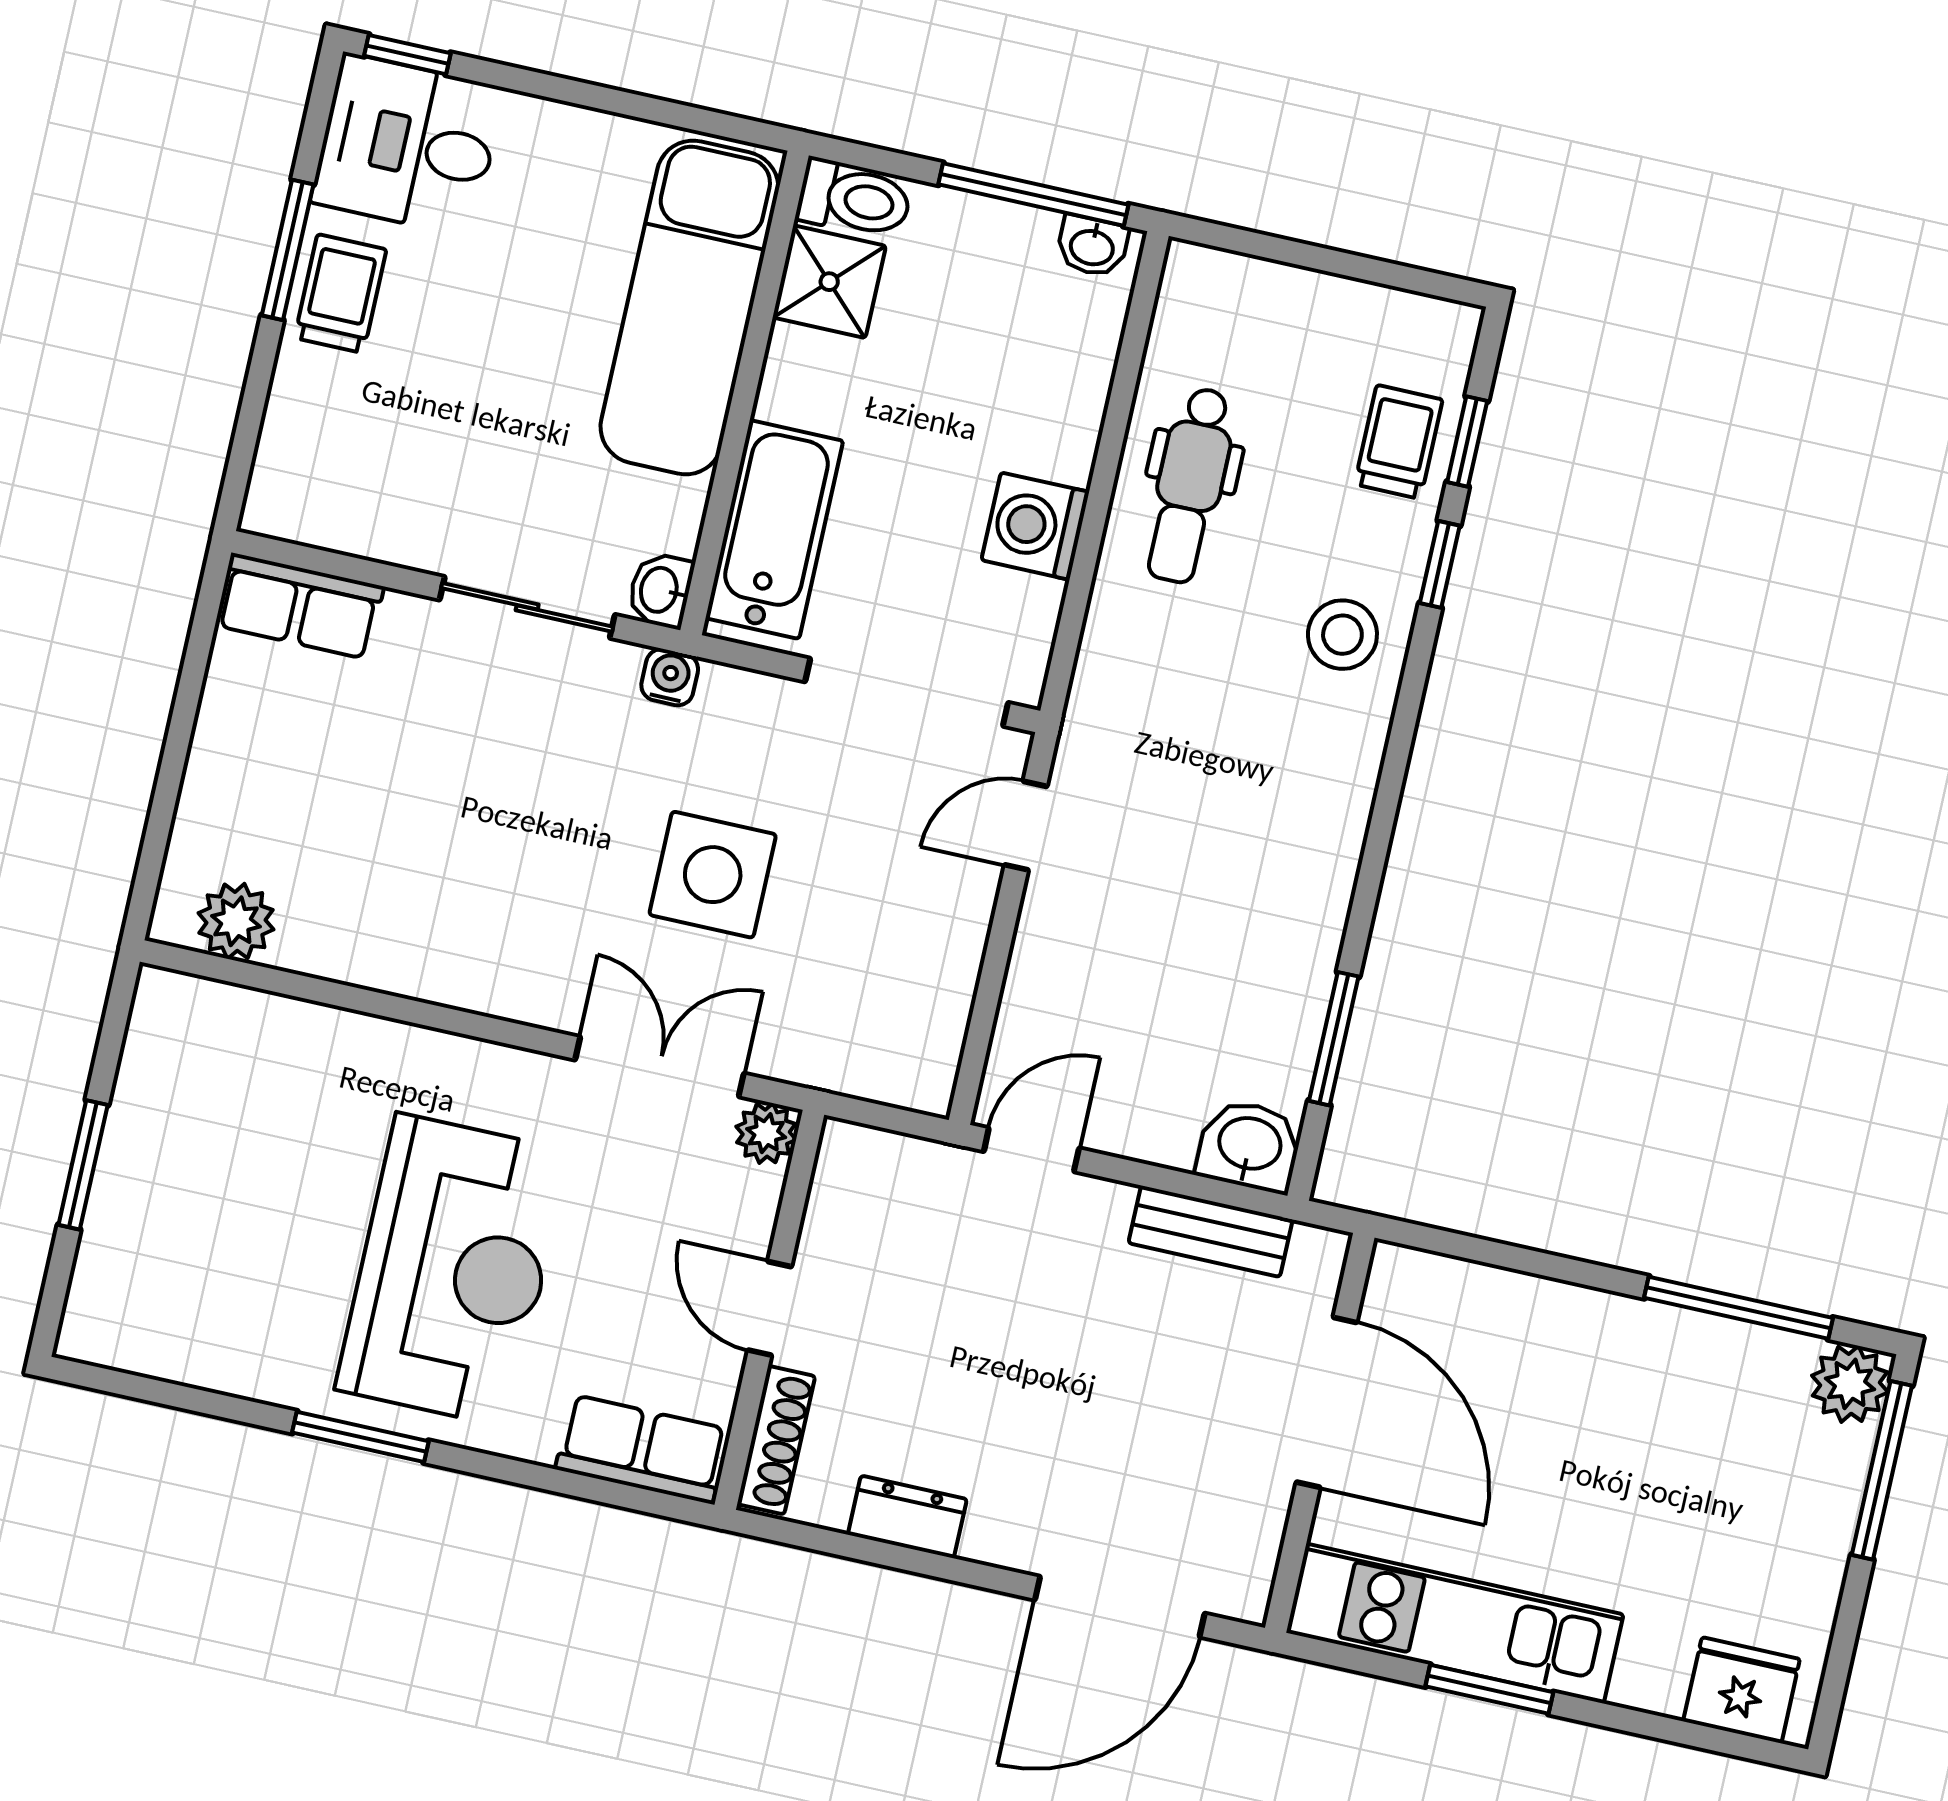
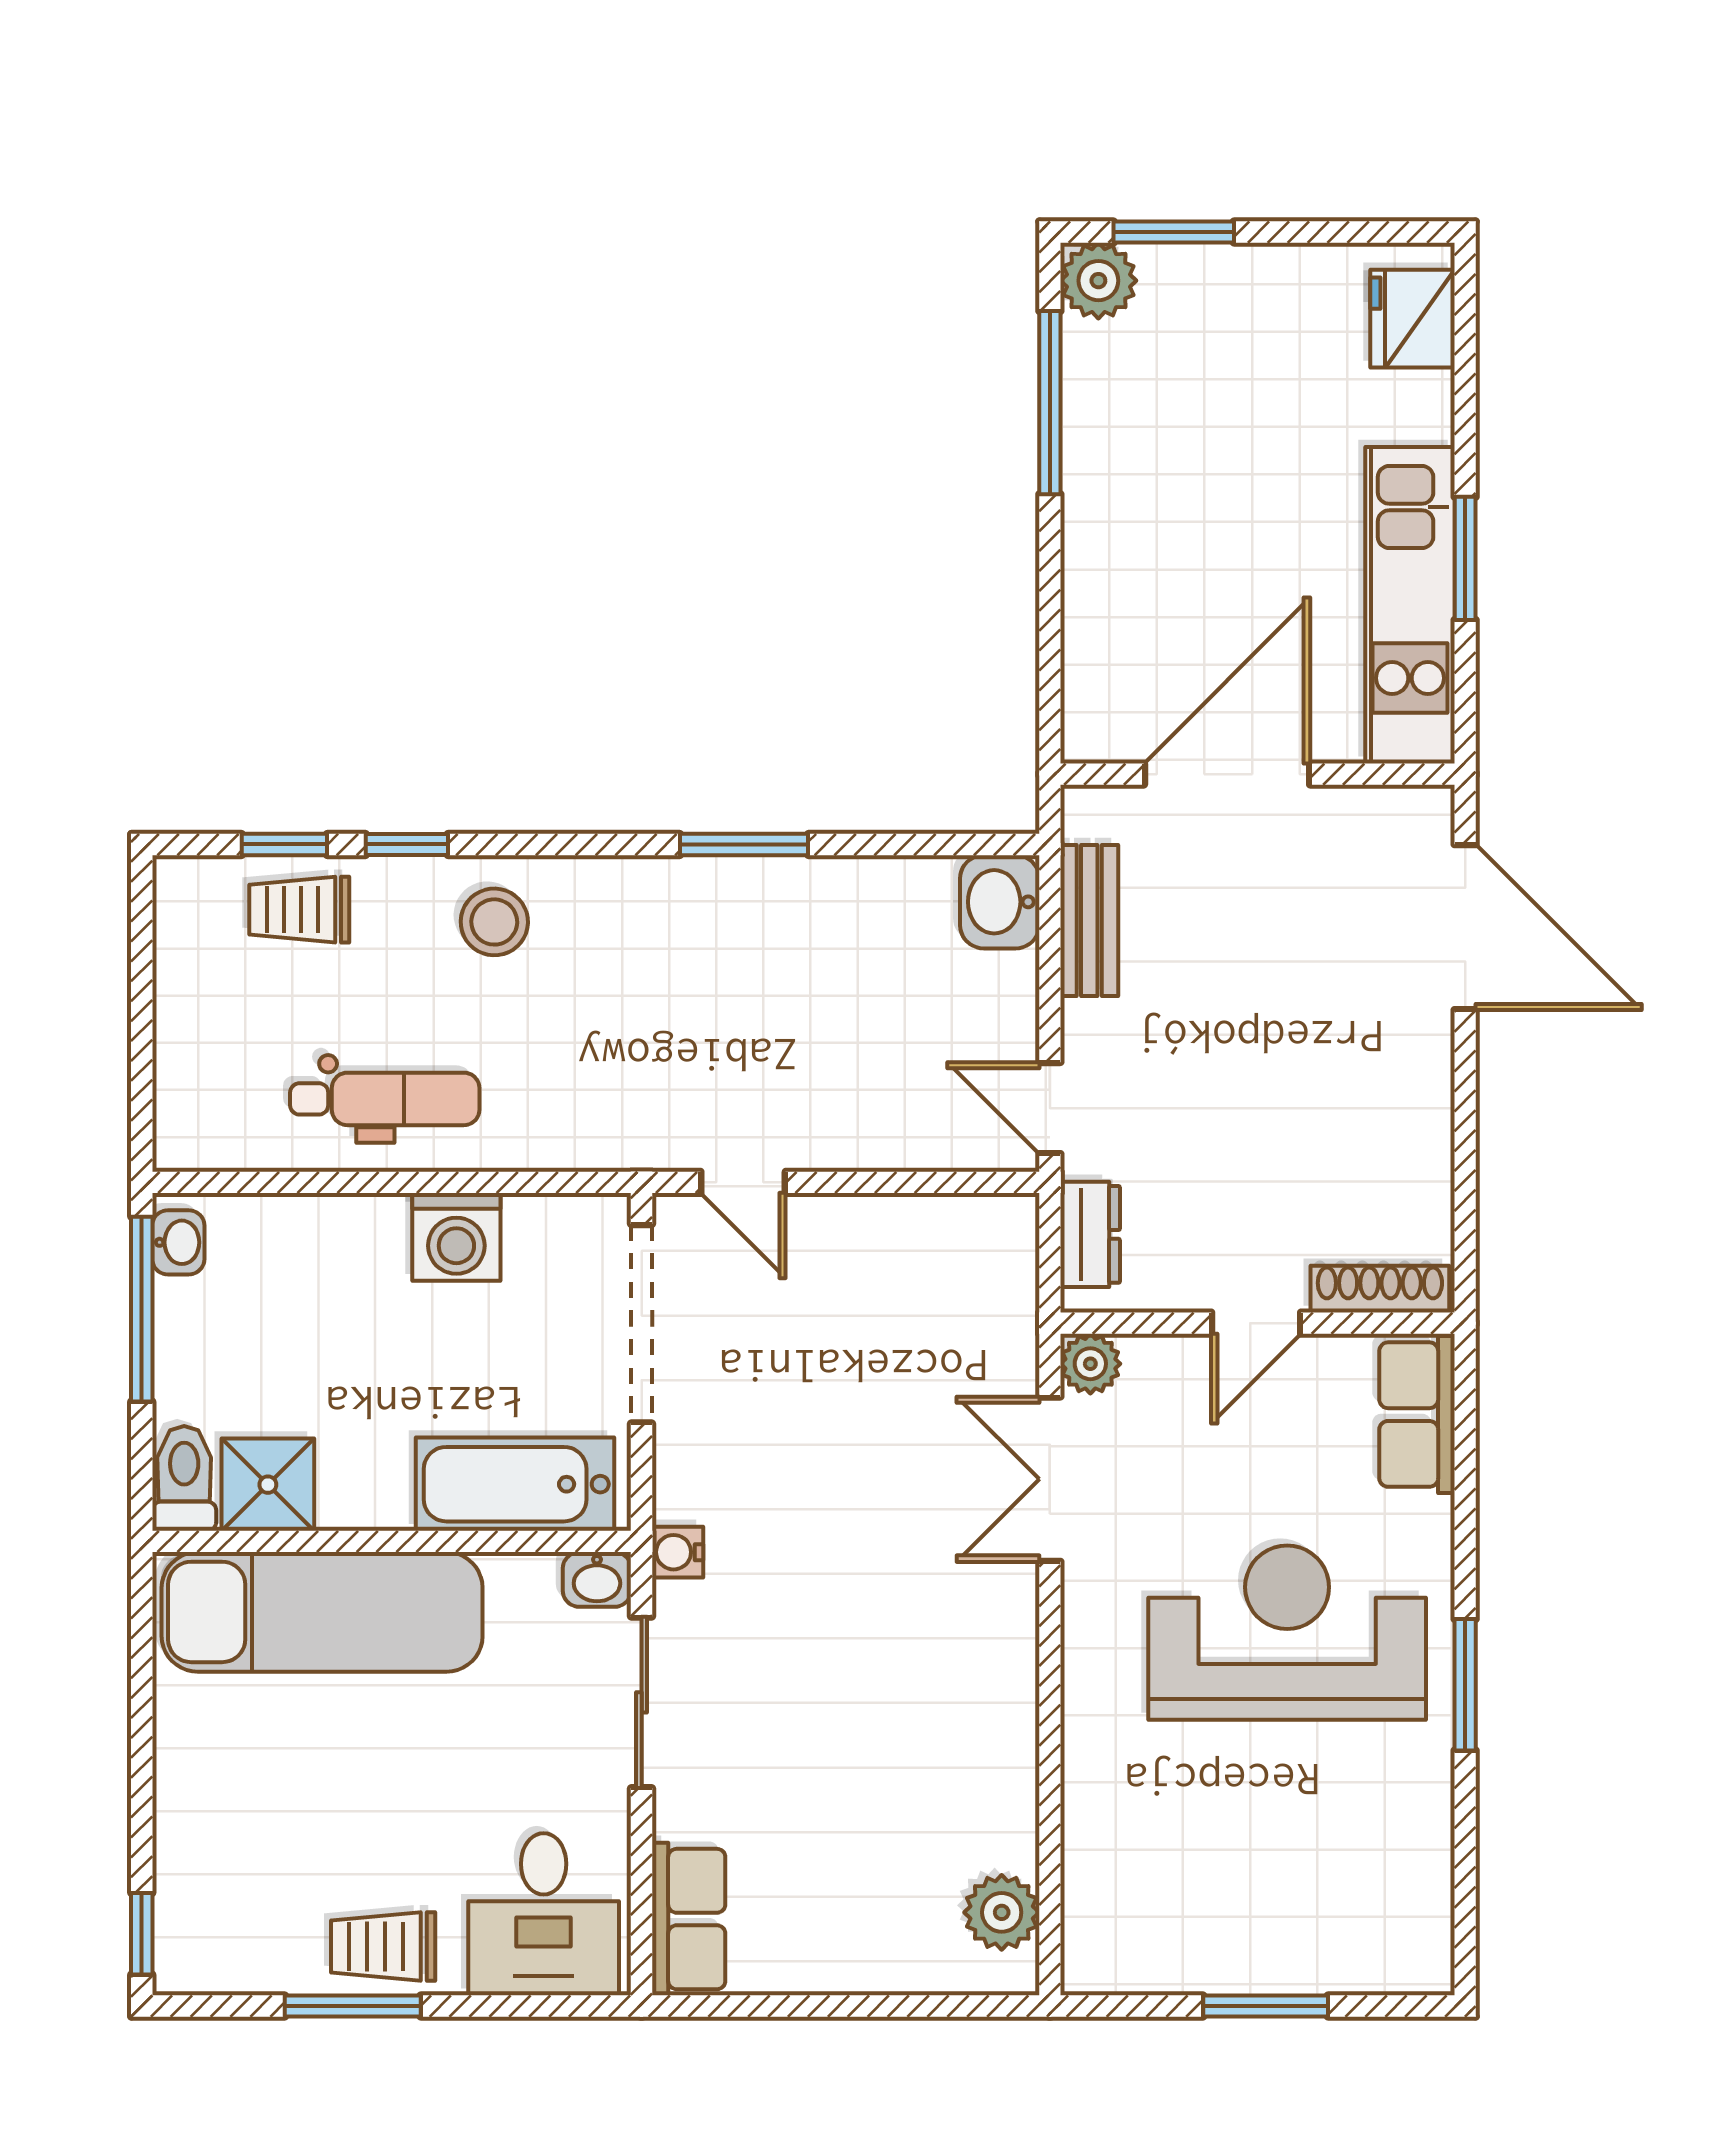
desk: (408, 145) -> (544, 1914), moved
side table: (713, 875) -> (856, 1469), removed
window: (1334, 1039) -> (744, 844), moved
window: (1882, 1470) -> (1174, 232), width x0.69
dresser: (907, 1517) -> (1090, 1234), moved, turned 180

